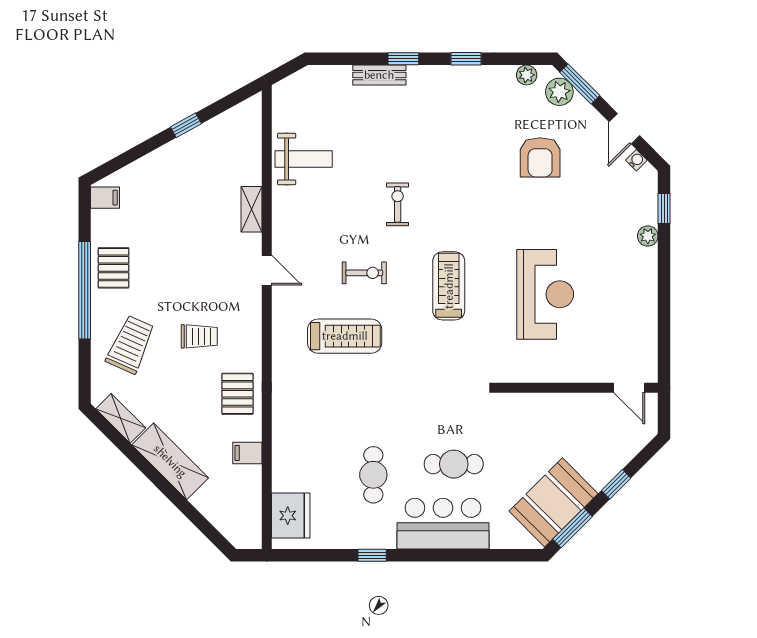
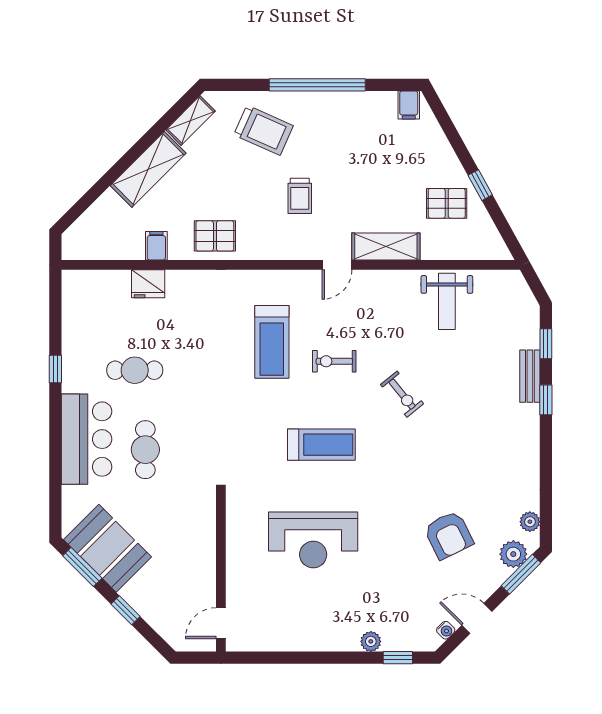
window: (466, 59) -> (546, 344), moved
armchair: (540, 157) -> (449, 535), turned -116
exercise bike: (398, 204) -> (402, 394), turned 51
shelving: (252, 209) -> (386, 246), width x1.50, depth x1.33
pallet: (114, 268) -> (447, 203), moved
exercise bike: (364, 273) -> (334, 361), turned 90
trolley: (199, 336) -> (300, 196), moved
fridge: (291, 516) -> (148, 284), moved, width x0.73, depth x0.75

